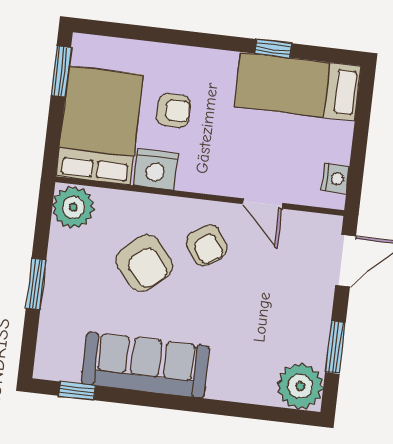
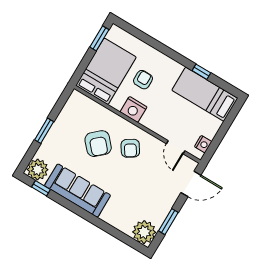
armchair: (174, 110) -> (143, 80), turned -90
nightstand: (155, 169) -> (134, 109), moved
door: (263, 204) -> (176, 147), moved
plant: (73, 207) -> (38, 170), moved

